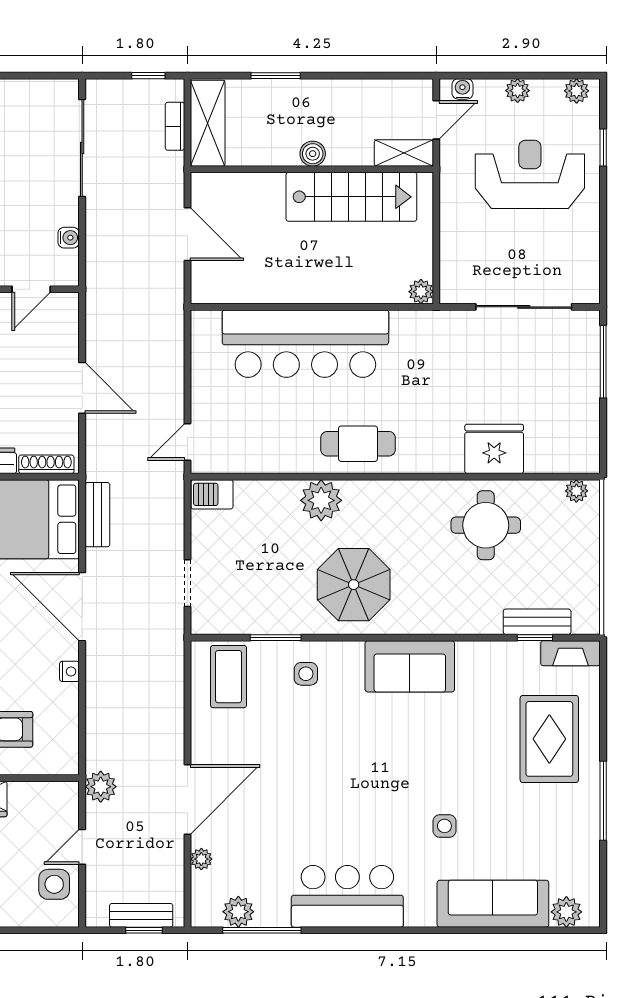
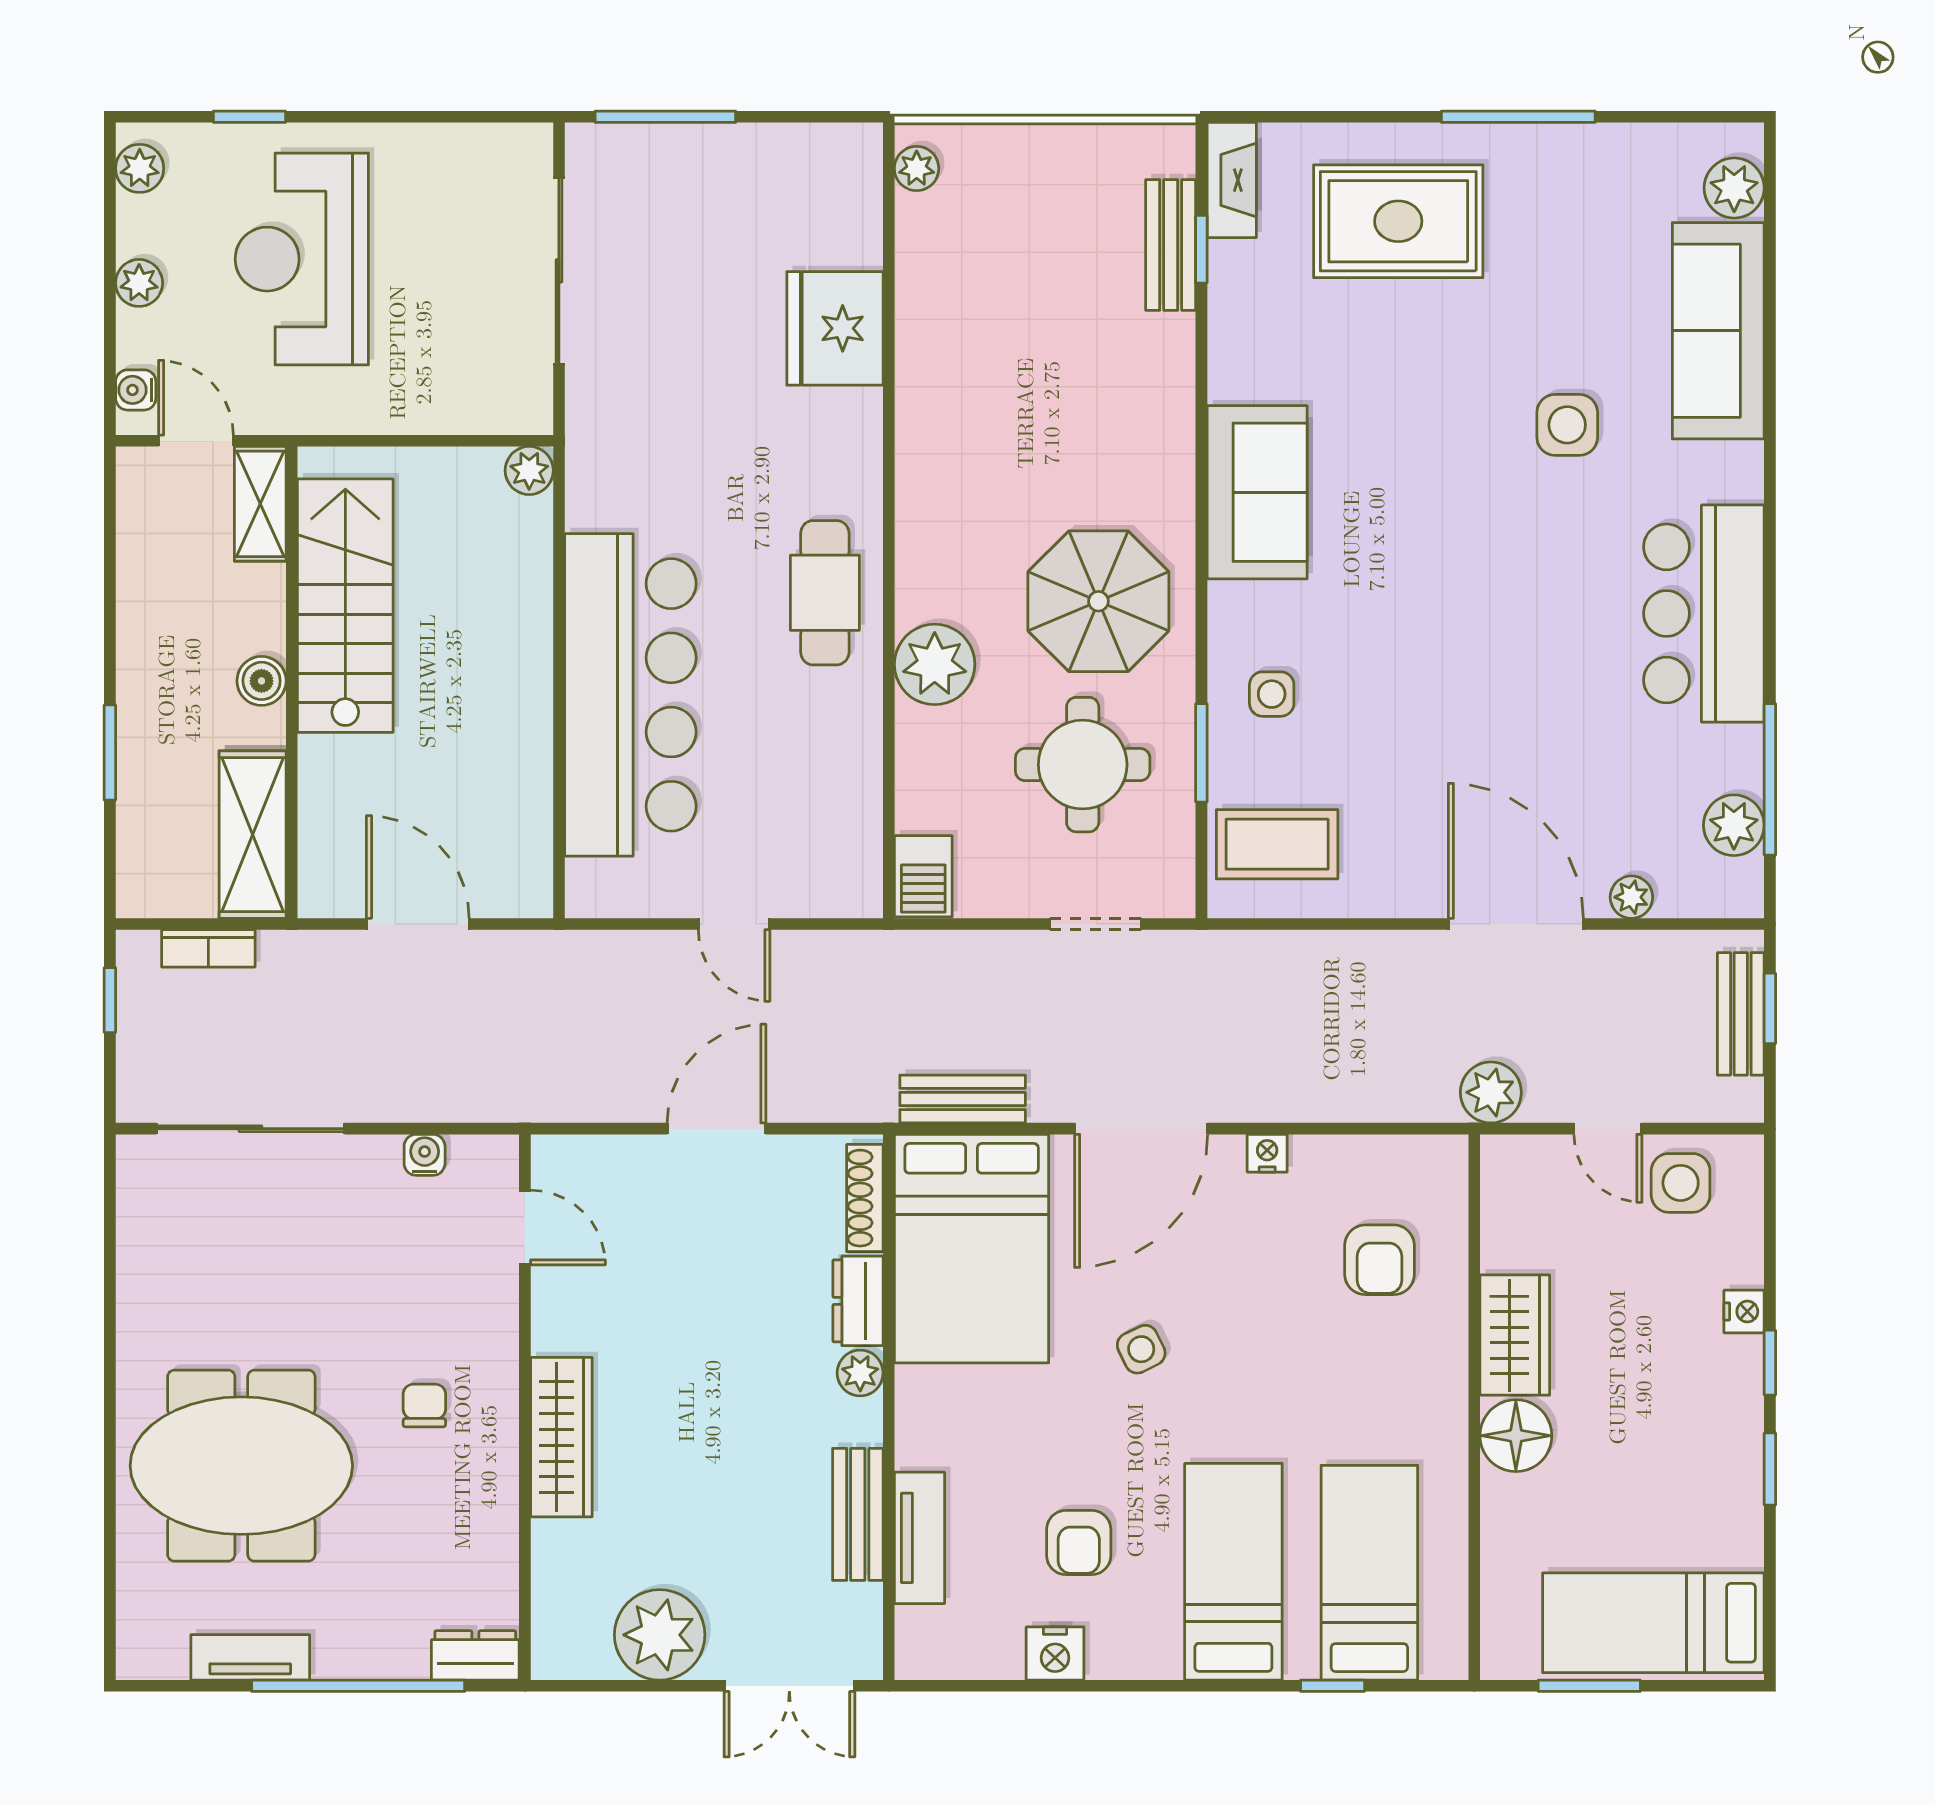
shelving: (208, 123) -> (253, 835), moved, turned 90
door: (187, 234) -> (418, 924), hinge flipped
door: (187, 442) -> (734, 924), moved
round table: (486, 525) -> (1083, 765), moved
side table: (444, 826) -> (1567, 425), width x1.37, depth x1.37

